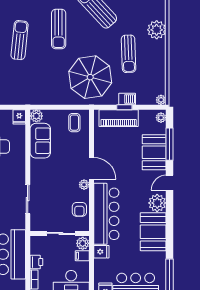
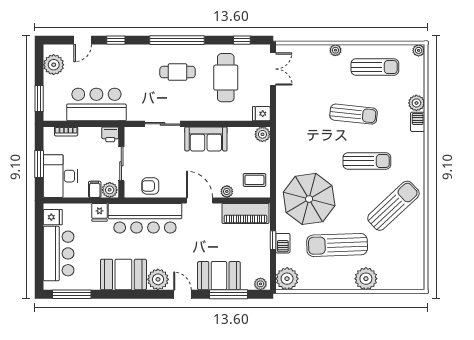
sun lounger: (59, 29) -> (367, 161), turned 180
sun lounger: (129, 54) -> (337, 245), width x1.36, depth x1.34
plant: (161, 100) -> (287, 279), width x1.88, depth x1.88
piano: (119, 118) -> (245, 213), moved, turned -90
sofa: (40, 141) -> (206, 139), moved
door: (91, 168) -> (200, 200), swing flipped
plant: (84, 185) -> (227, 191), moved
printer: (36, 262) -> (110, 134), moved

